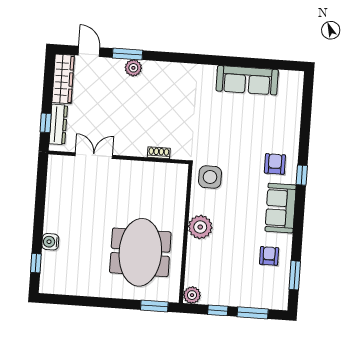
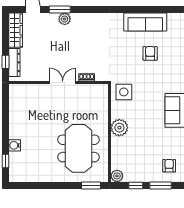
double door: (94, 156) -> (63, 83), moved
armchair: (275, 164) -> (150, 53), moved
armchair: (269, 256) -> (169, 166), moved

